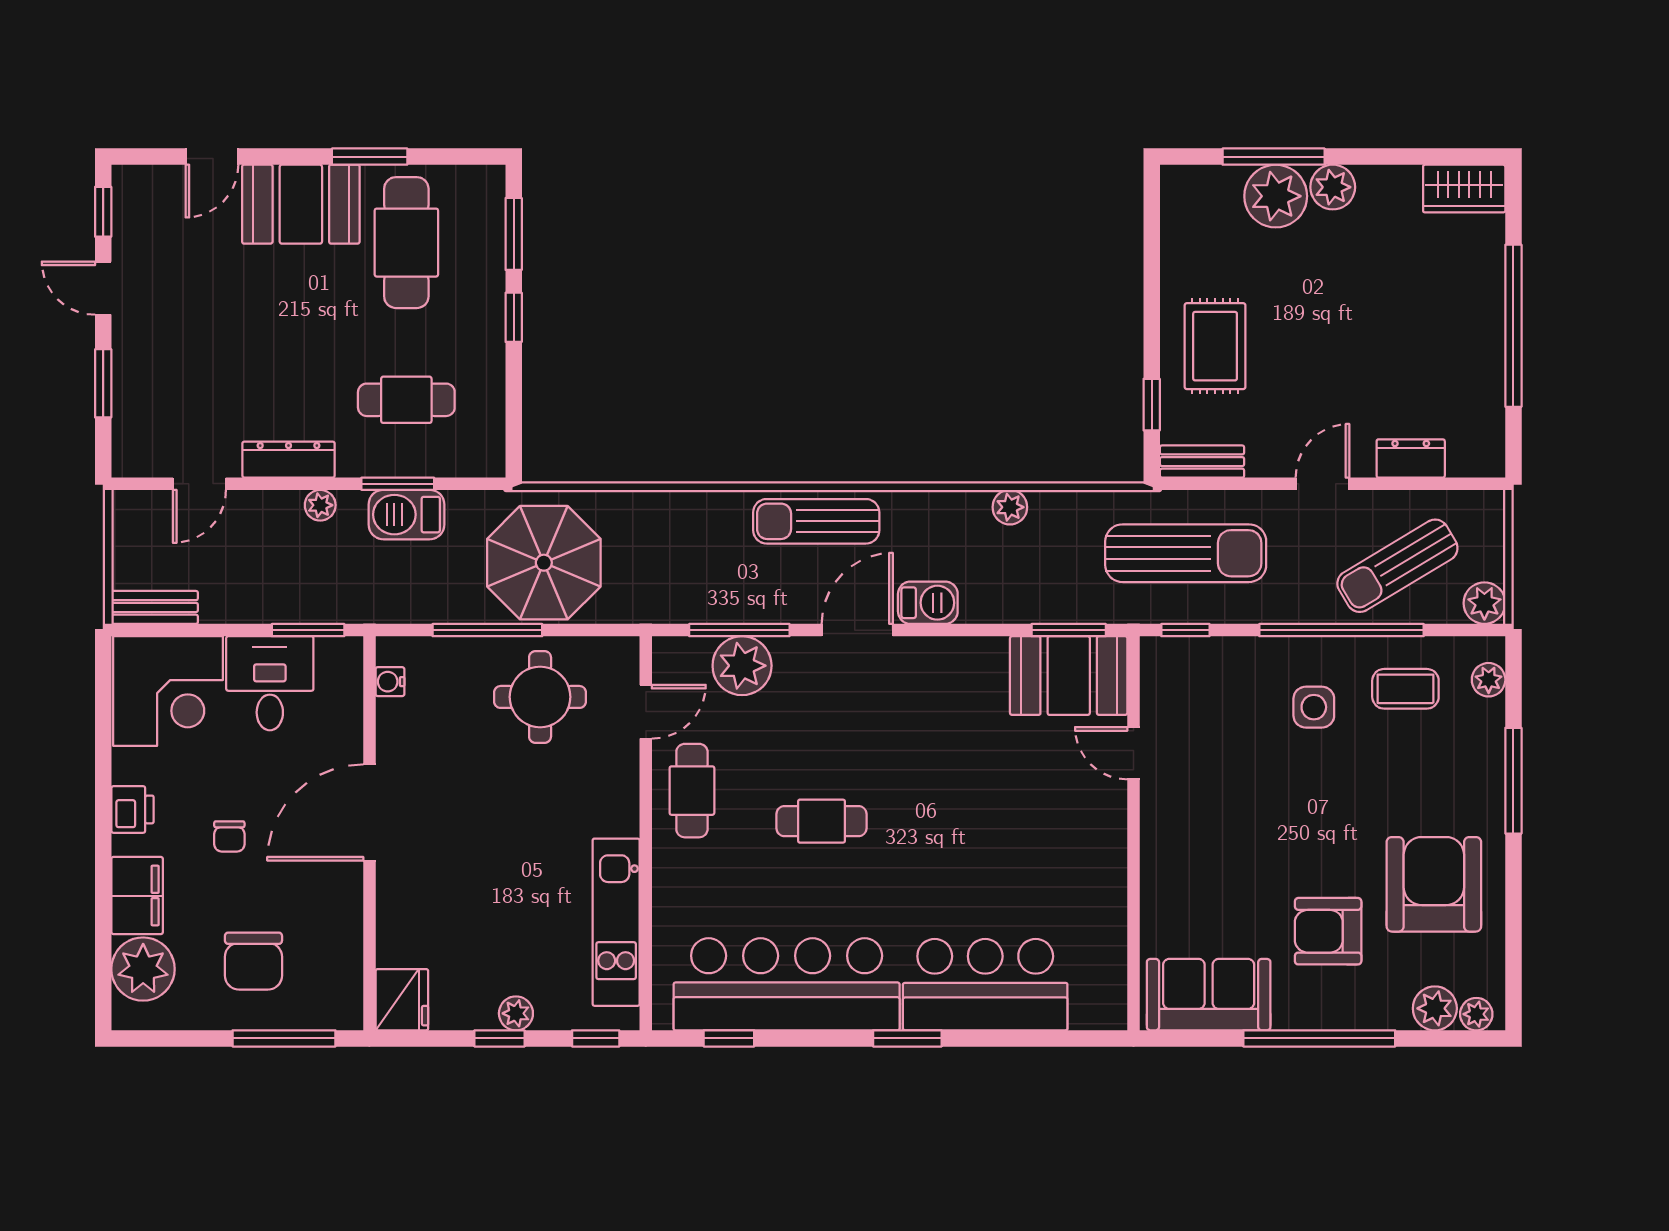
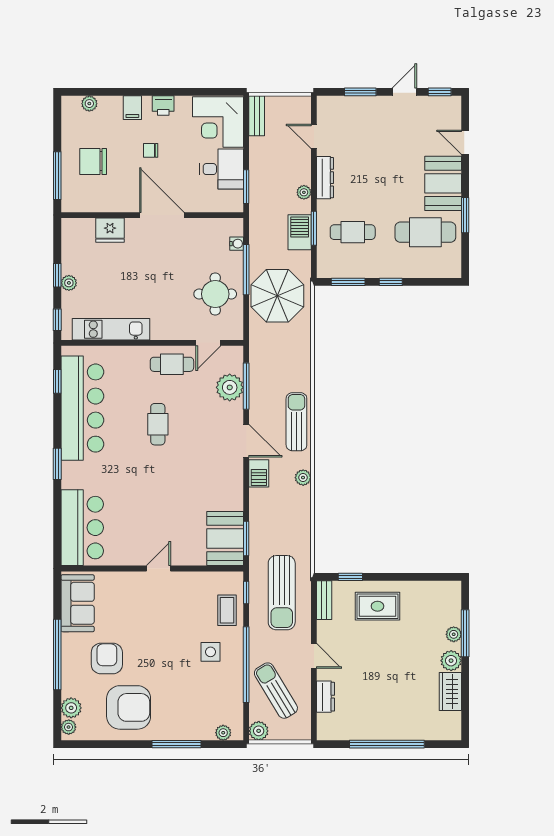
wardrobe: (1464, 189) -> (450, 692), moved
plant: (1276, 196) -> (454, 634), width x0.53, depth x0.53
window: (514, 234) -> (348, 282), moved
cafe table: (406, 400) -> (353, 232), turned 90
plant: (1010, 507) -> (303, 478), moved
water cooler: (390, 682) -> (237, 244), moved, turned 90
coffee table: (1405, 689) -> (227, 610), moved
door: (646, 712) -> (208, 343), hinge flipped
door: (1133, 753) -> (158, 568), moved
filing cabinet: (137, 896) -> (132, 108), width x0.50
plant: (143, 969) -> (89, 104), width x0.53, depth x0.53
bar counter: (985, 985) -> (82, 528), moved
fridge: (402, 1000) -> (110, 230), moved

